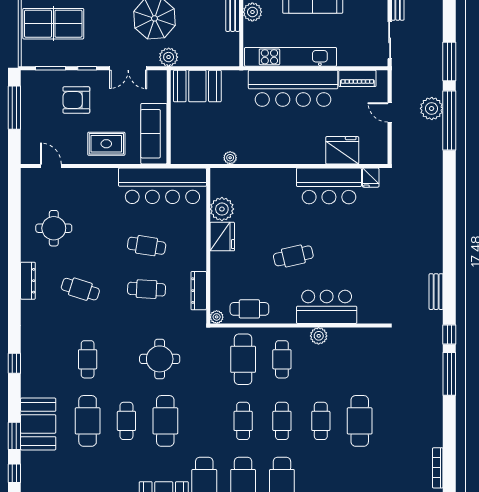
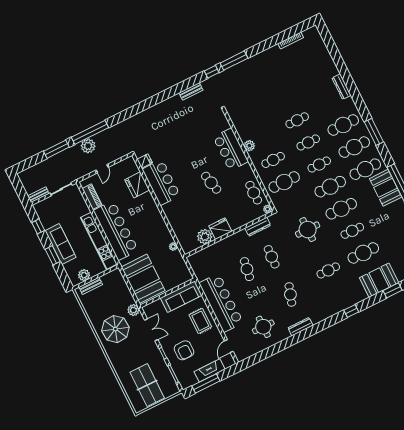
booth: (197, 86) -> (143, 279), width x1.36, depth x1.42
fireplace: (30, 122) -> (210, 370), added
bar counter: (162, 186) -> (221, 303), moved
cafe table: (360, 421) -> (330, 187), moved

